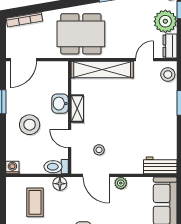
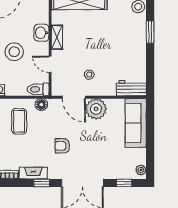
stool: (99, 150) -> (89, 75), moved
plant: (121, 183) -> (96, 109), width x1.88, depth x1.88

